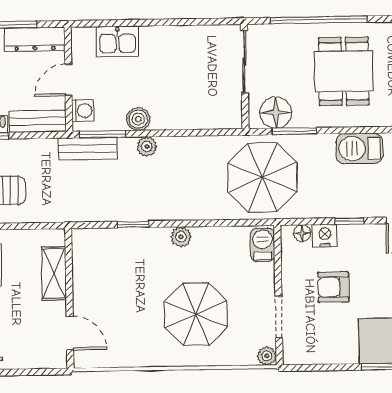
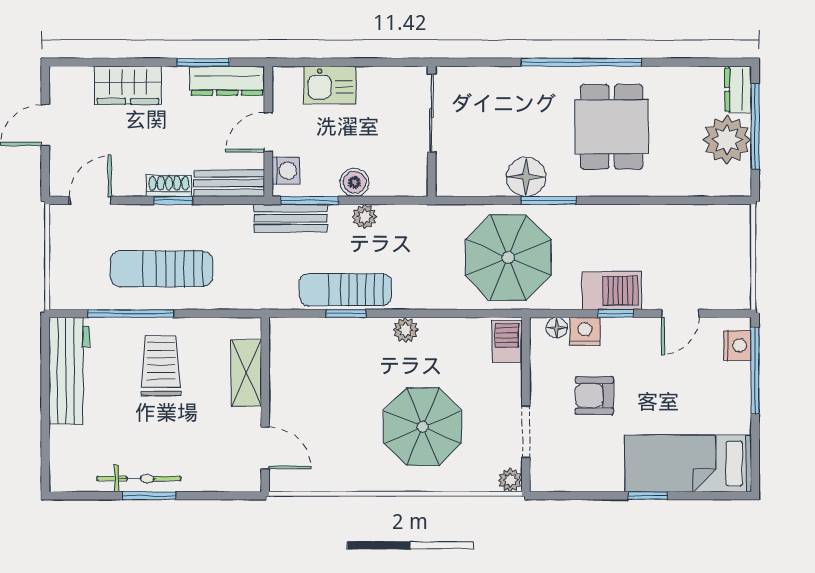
sliding door: (244, 62) -> (432, 113), moved
wall: (245, 77) -> (432, 131), moved
barbecue: (359, 149) -> (612, 291), moved, turned 180
sun lounger: (132, 205) -> (345, 290), added

